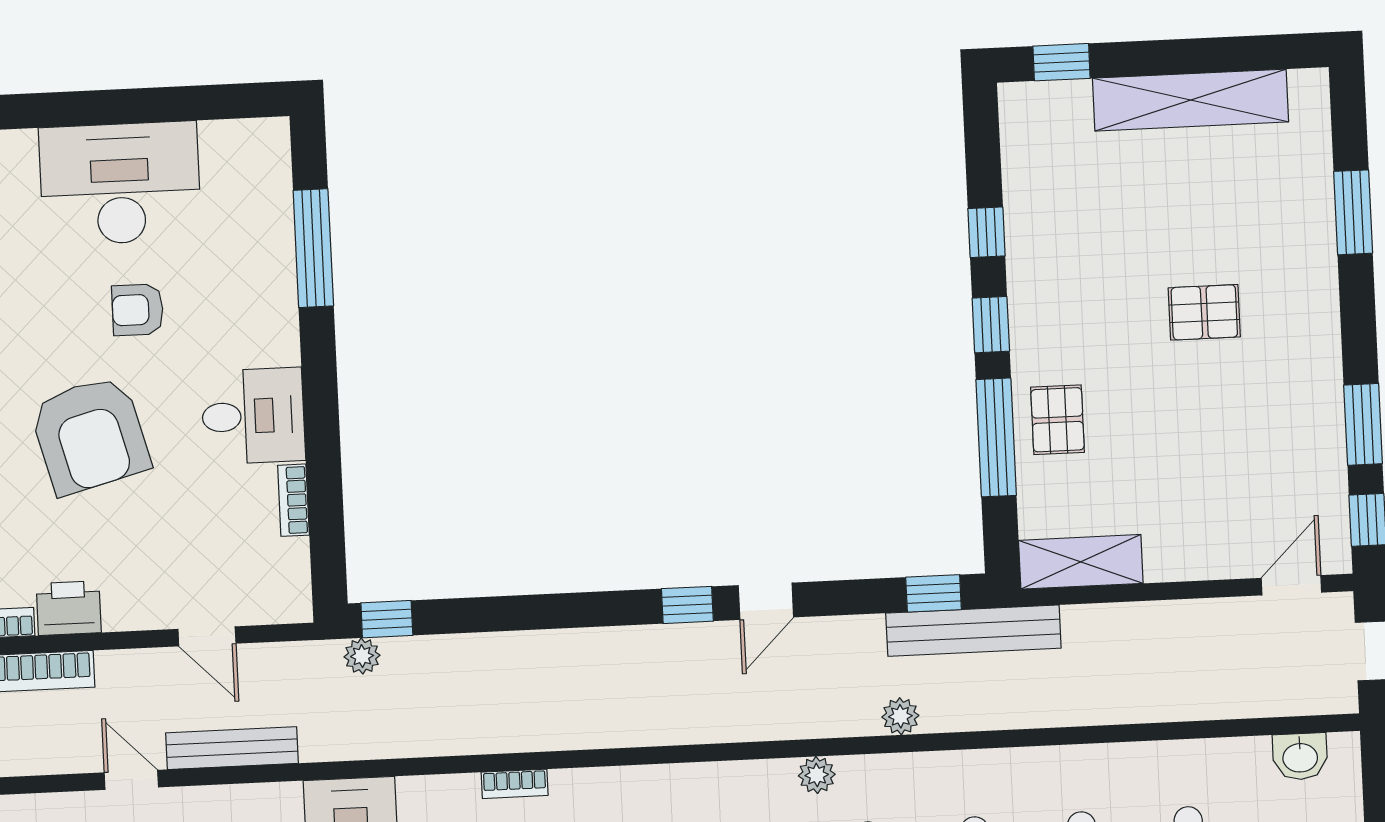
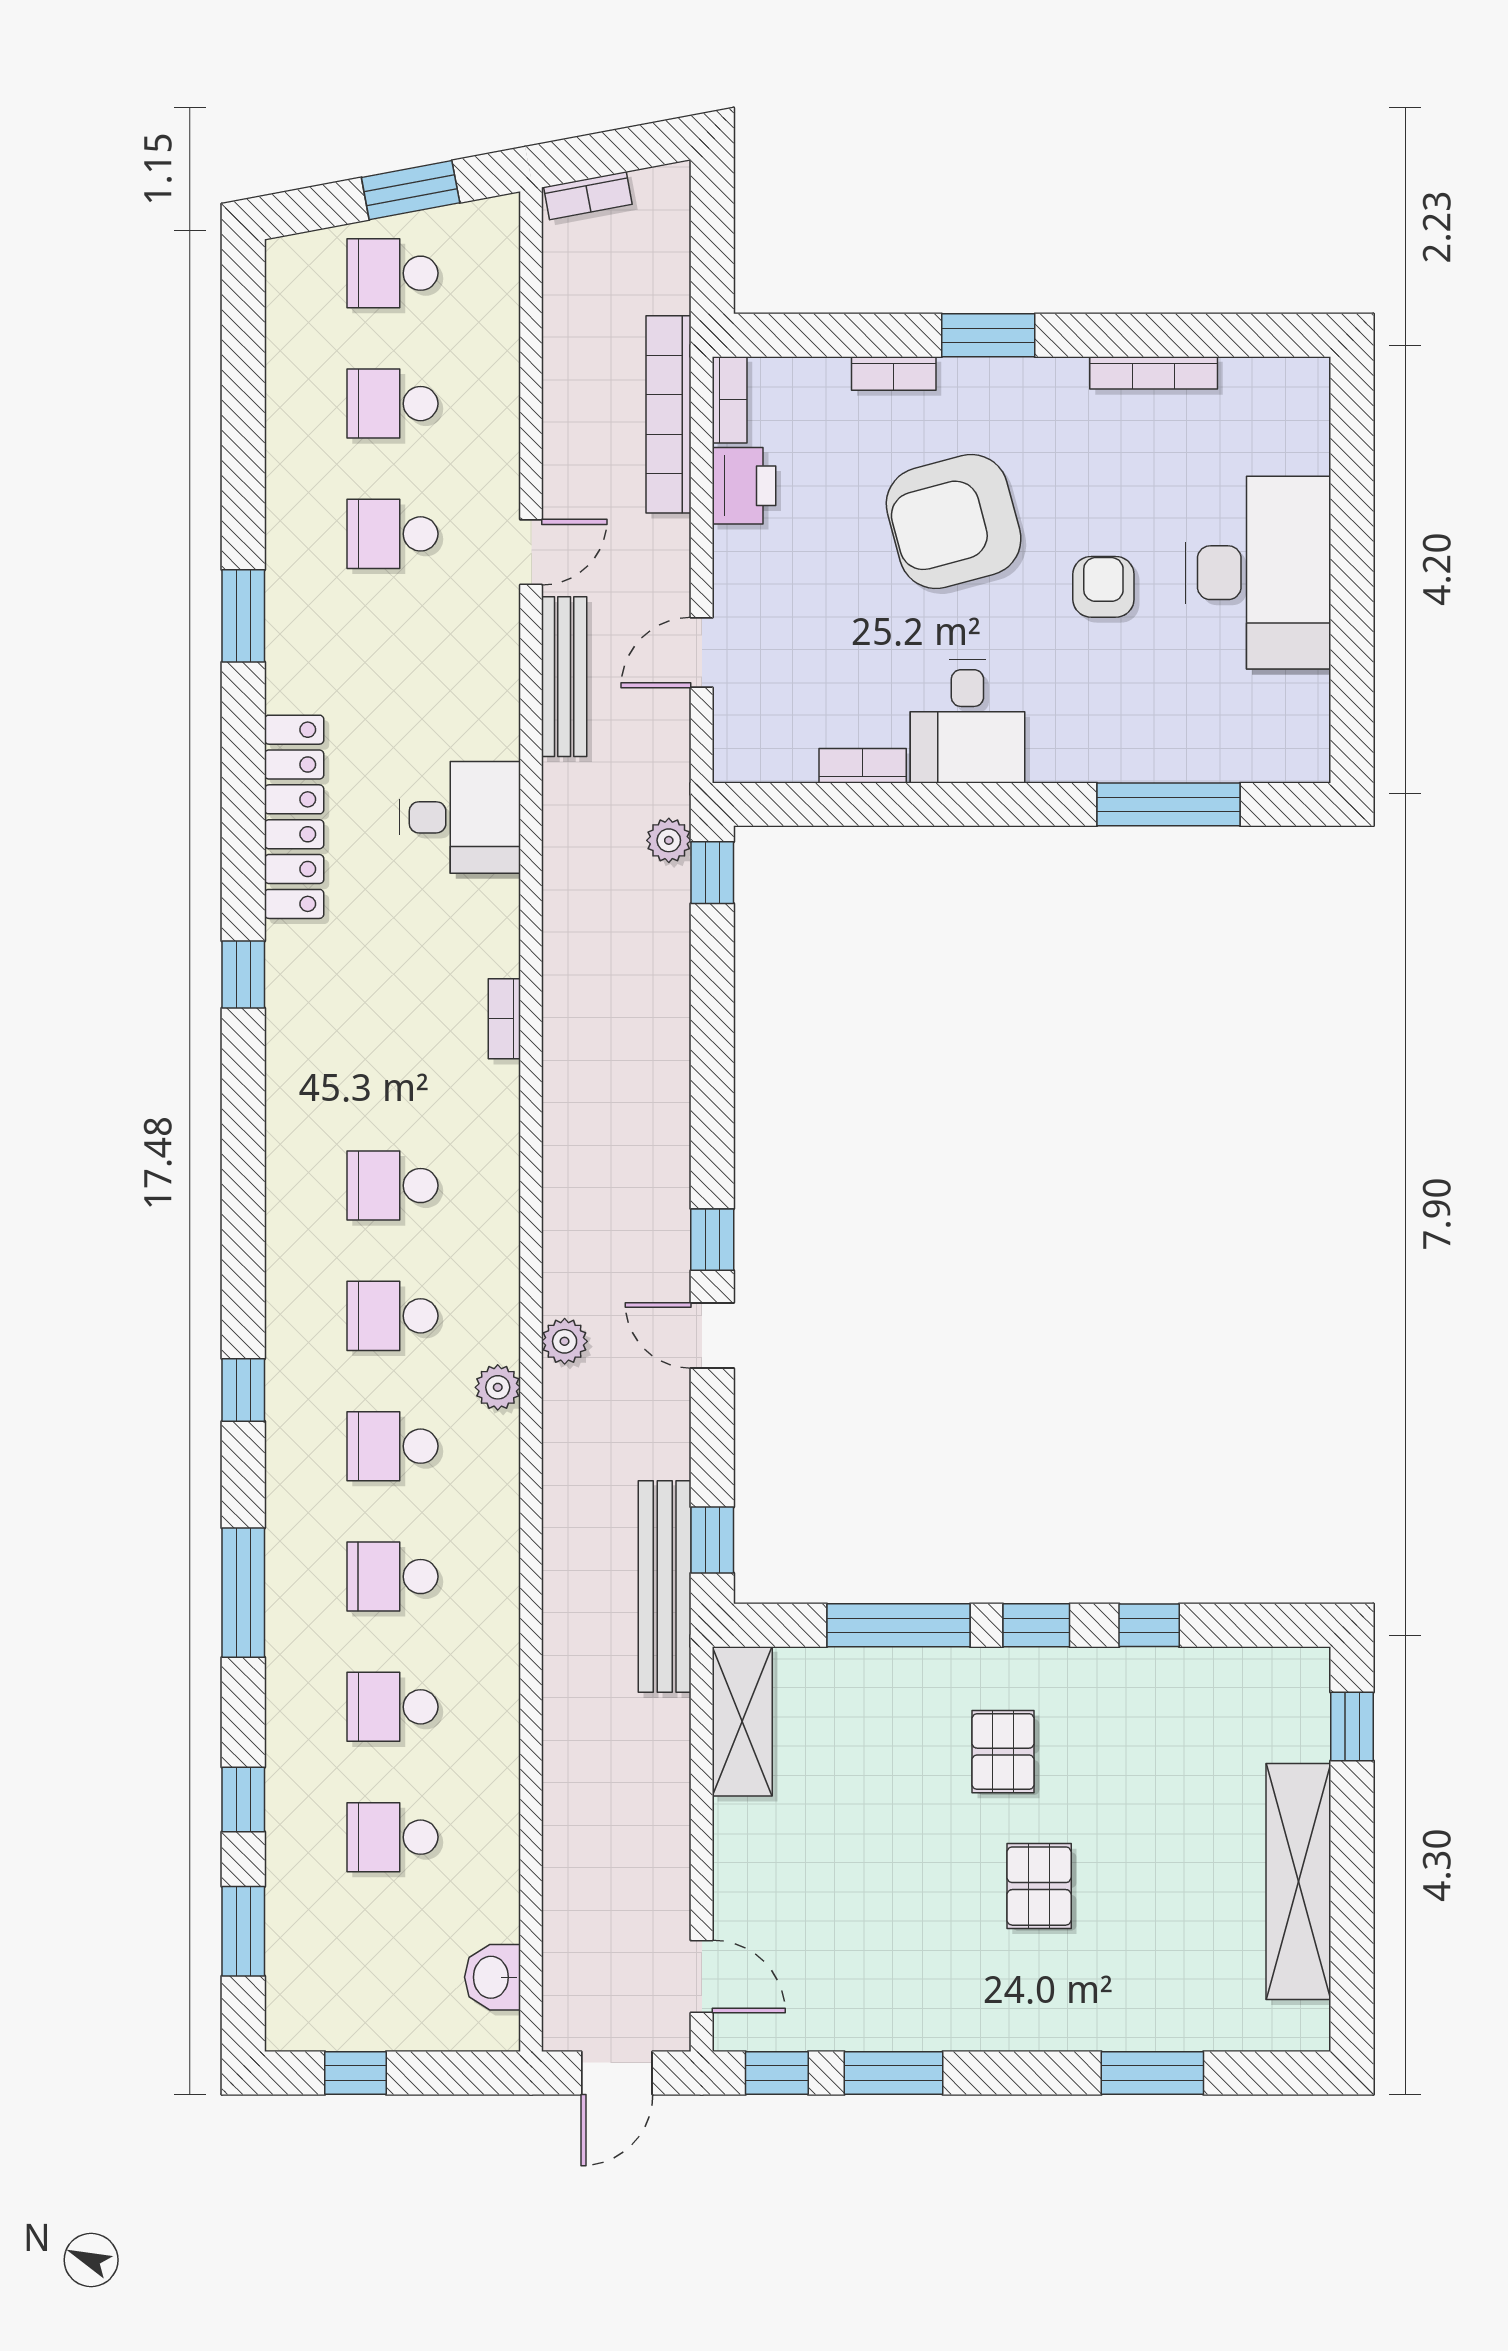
pallet: (1058, 420) -> (1003, 1752), moved, turned 90
plant: (900, 716) -> (565, 1341), moved

